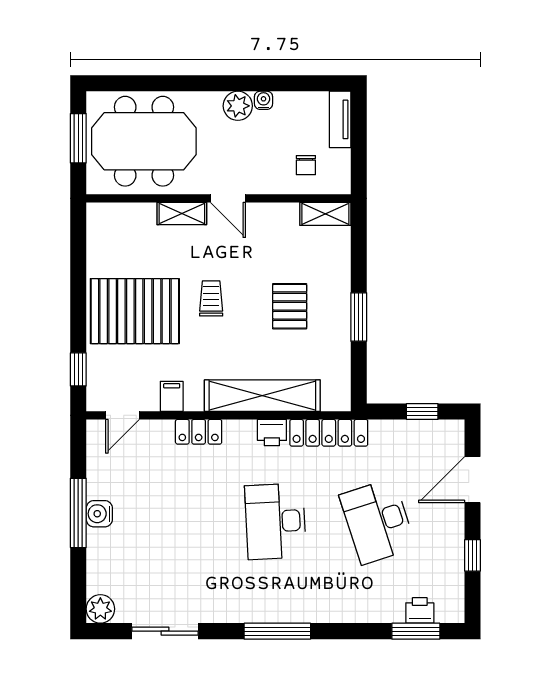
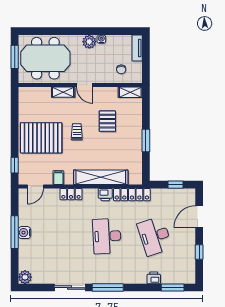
pallet: (290, 306) -> (107, 121), moved
printer: (420, 610) -> (154, 278), moved
sliding door: (165, 631) -> (70, 288), moved

